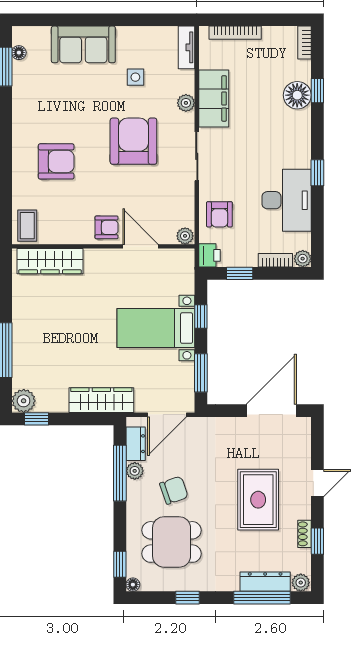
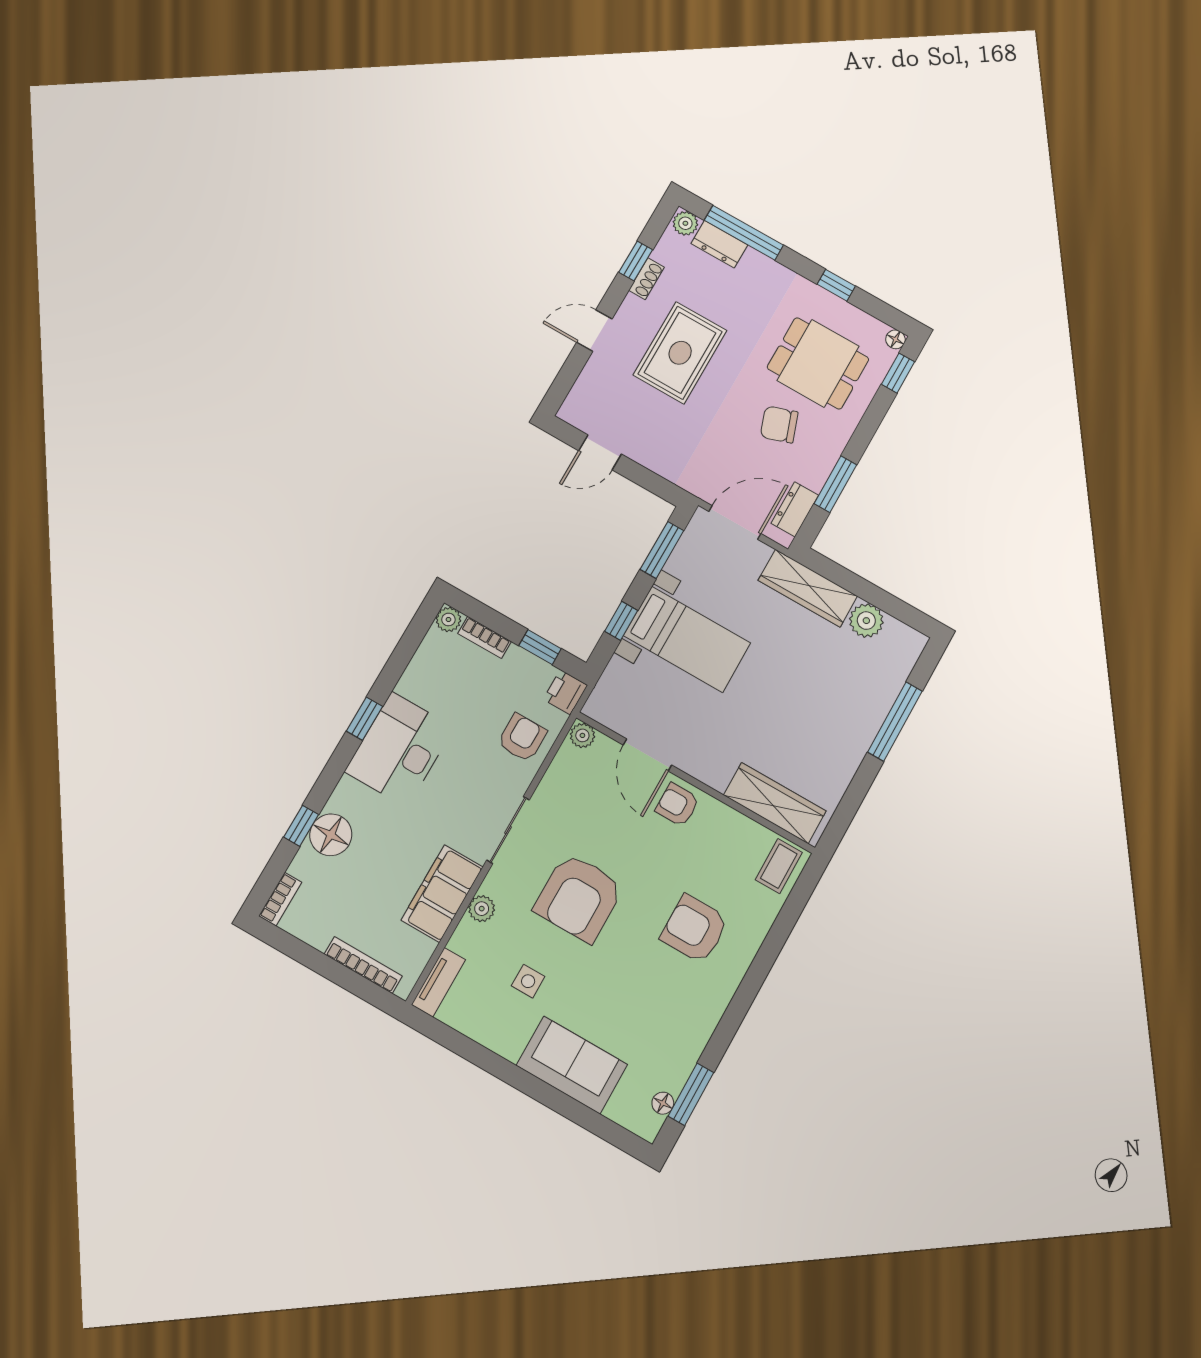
desk: (287, 200) -> (399, 750), moved
plant: (24, 401) -> (866, 621), moved
door: (271, 411) -> (600, 452), width x0.53
window: (37, 419) -> (903, 612), removed
plant: (135, 471) -> (815, 476), removed
window: (120, 473) -> (835, 484), width x0.69
dresser: (265, 582) -> (719, 244), width x0.70

